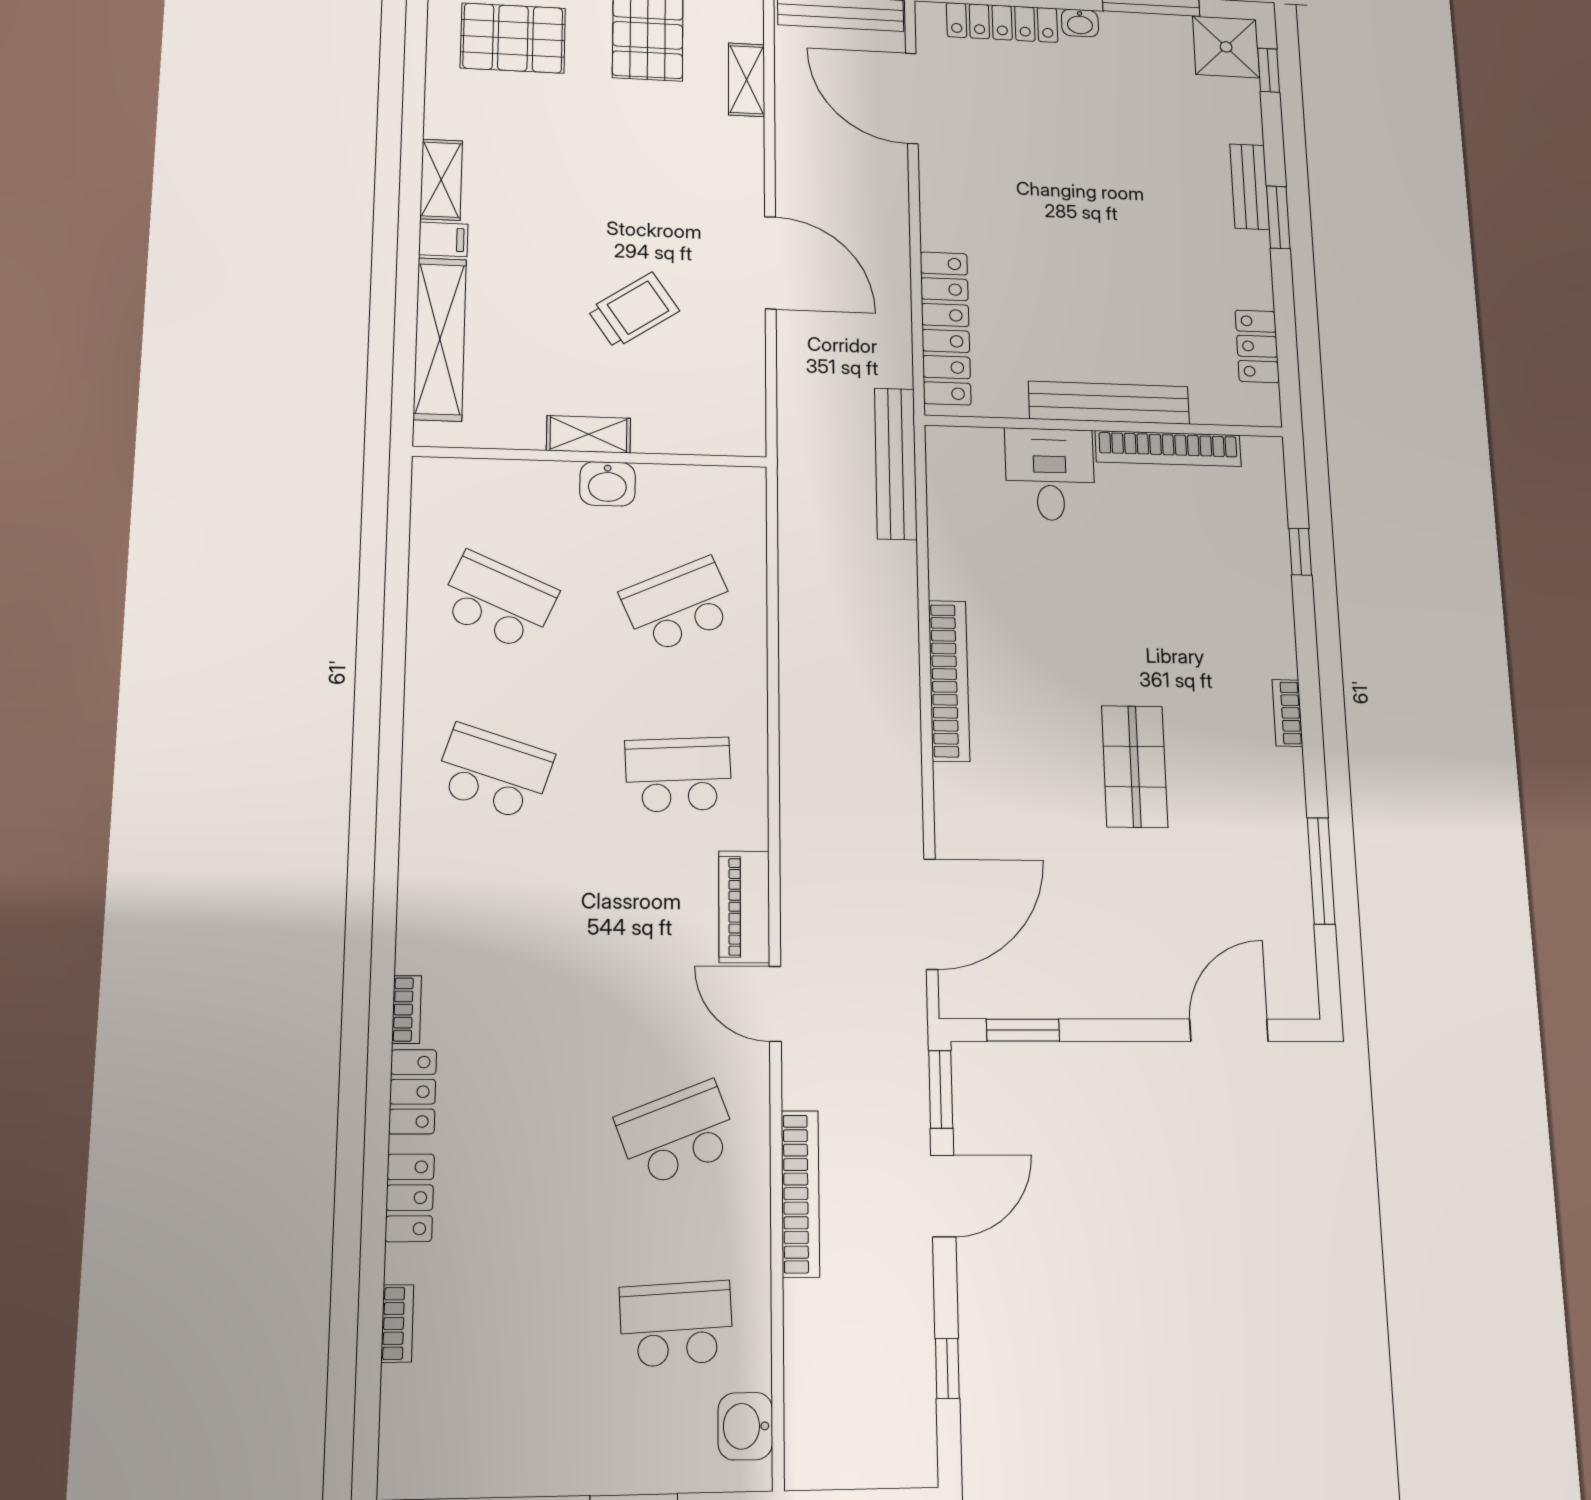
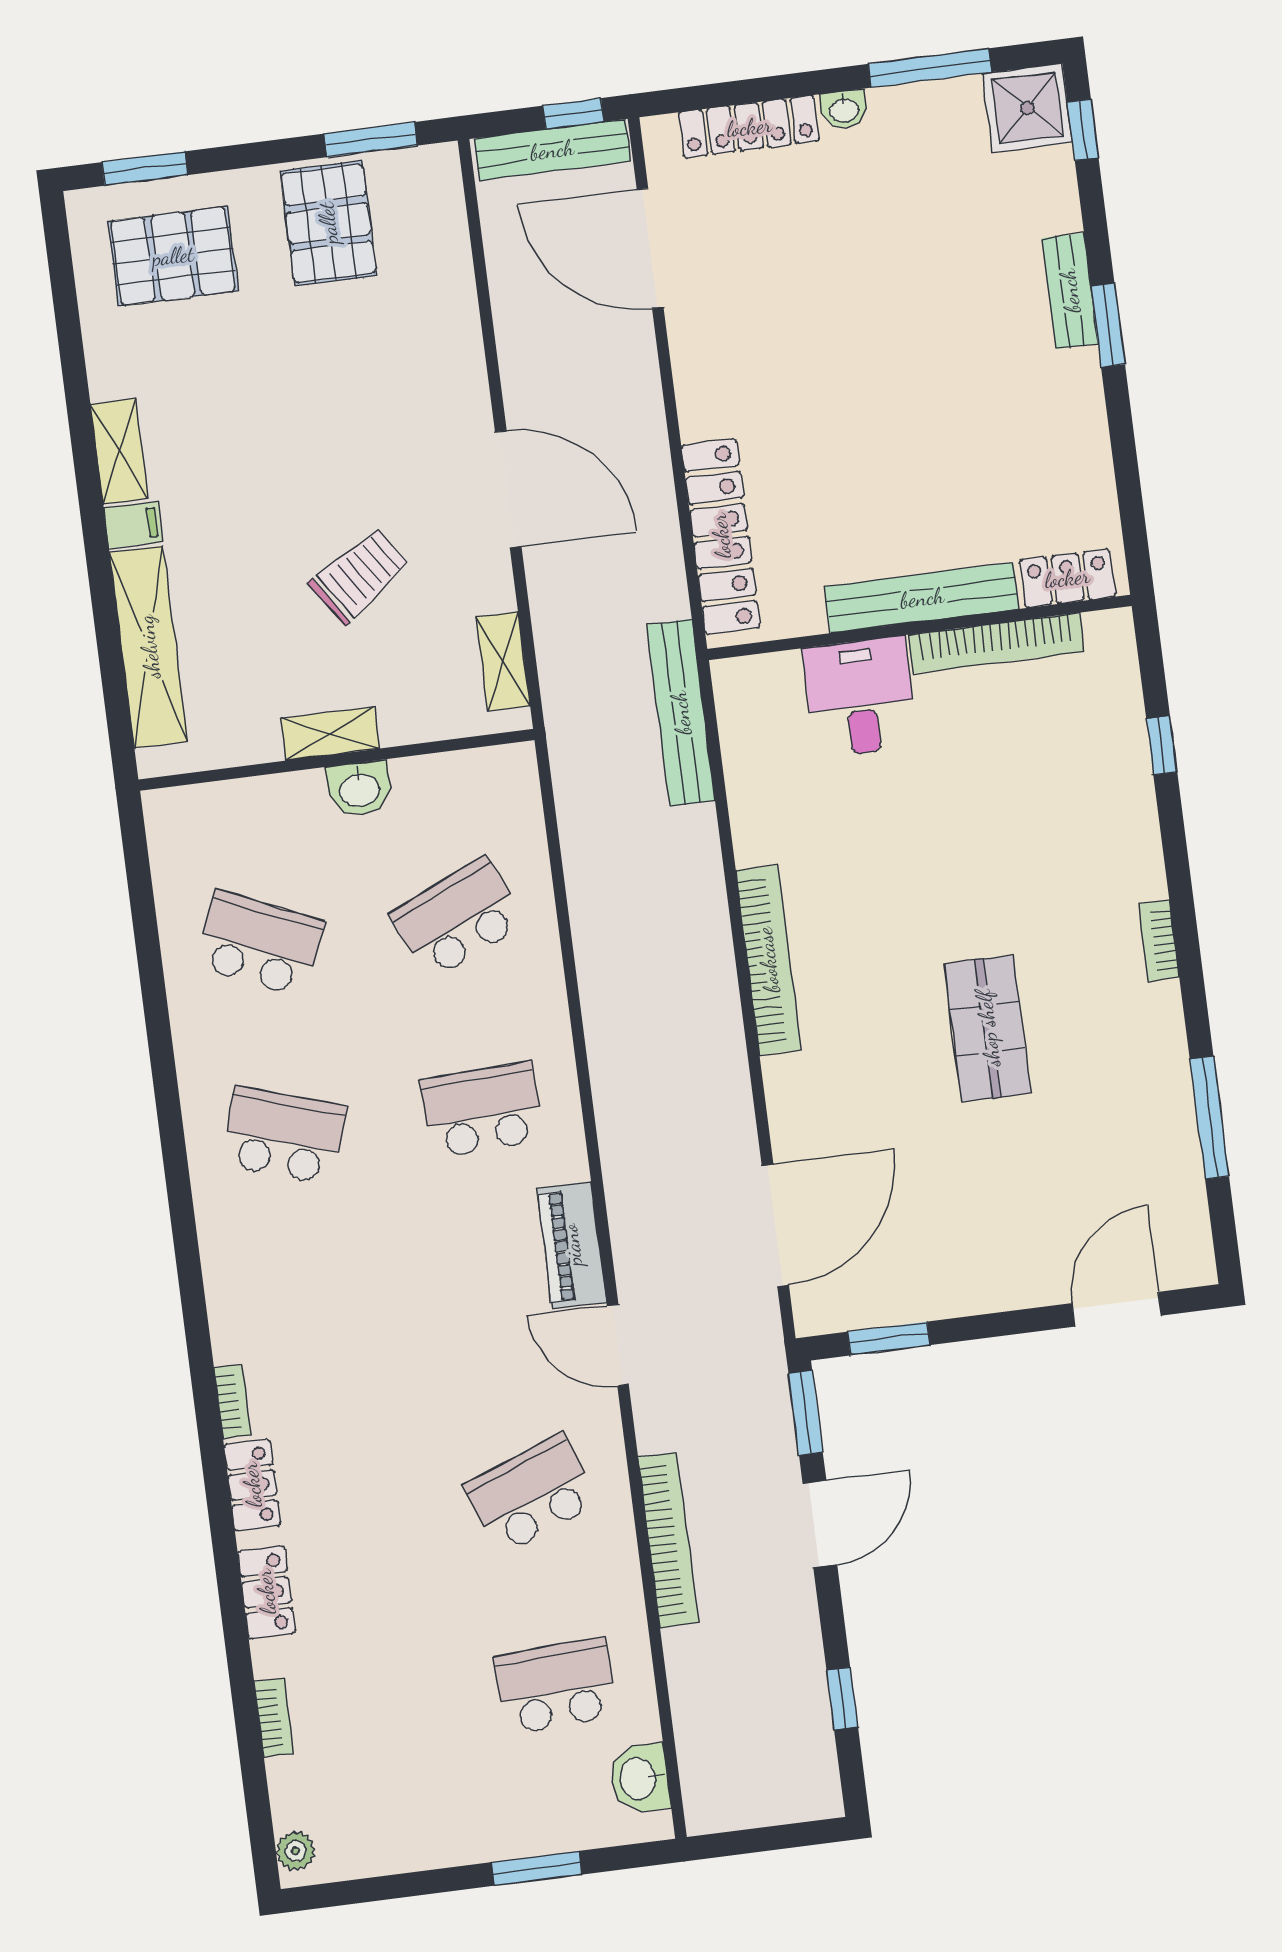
shelving: (747, 80) -> (503, 661), moved
locker: (1257, 346) -> (1067, 578), moved, turned 90
plant: (397, 1462) -> (295, 1851), added

